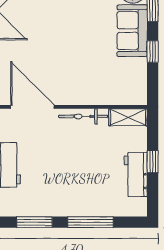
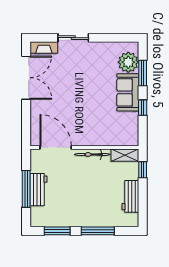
window: (153, 162) -> (143, 170), moved

